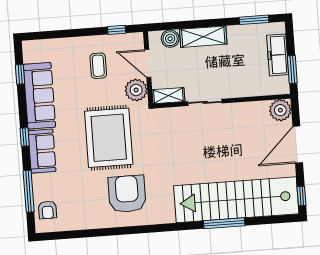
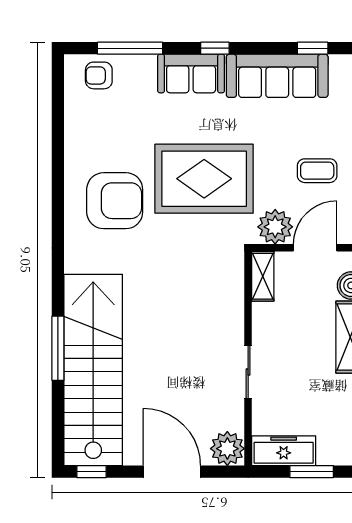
freezer: (278, 55) -> (284, 451), moved
window: (292, 69) -> (312, 472), moved
sliding door: (205, 102) -> (248, 372), moved

